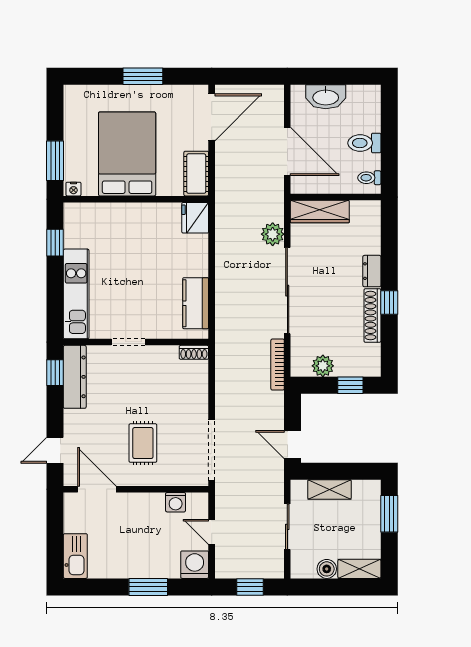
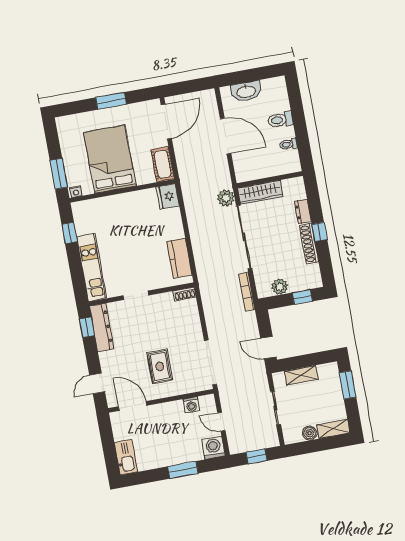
wall: (336, 197) -> (270, 179), moved
wardrobe: (320, 212) -> (260, 192), moved

